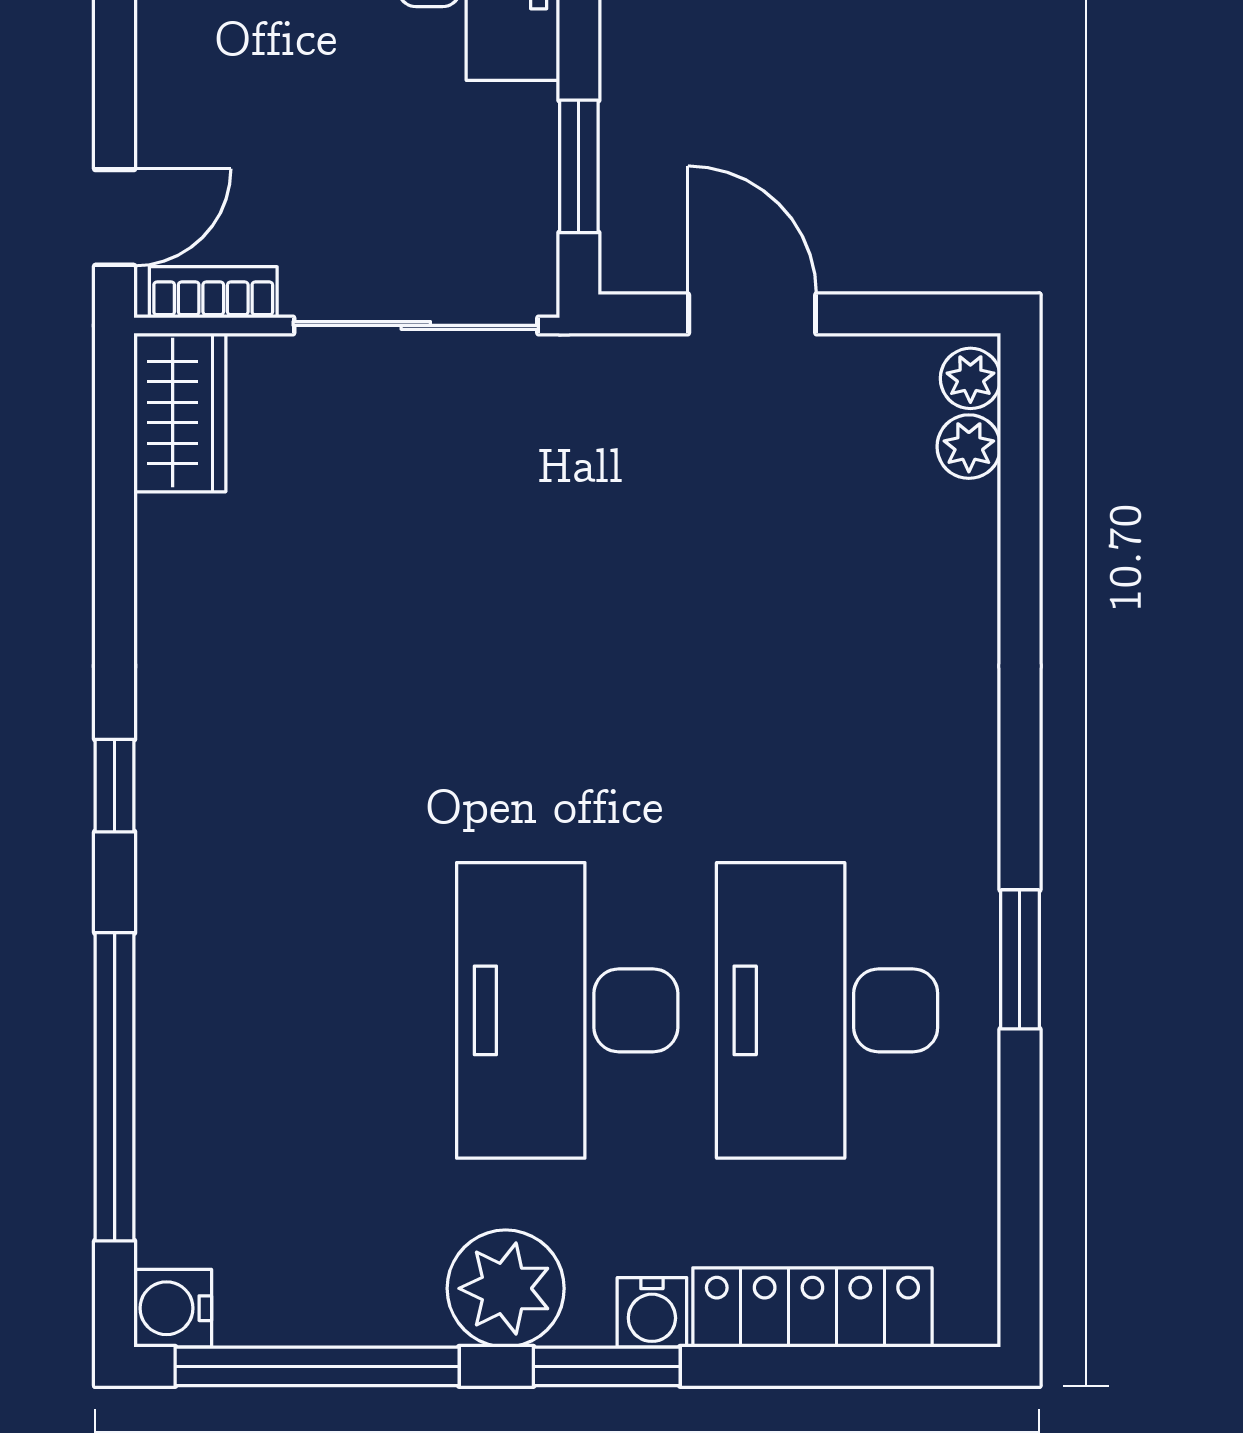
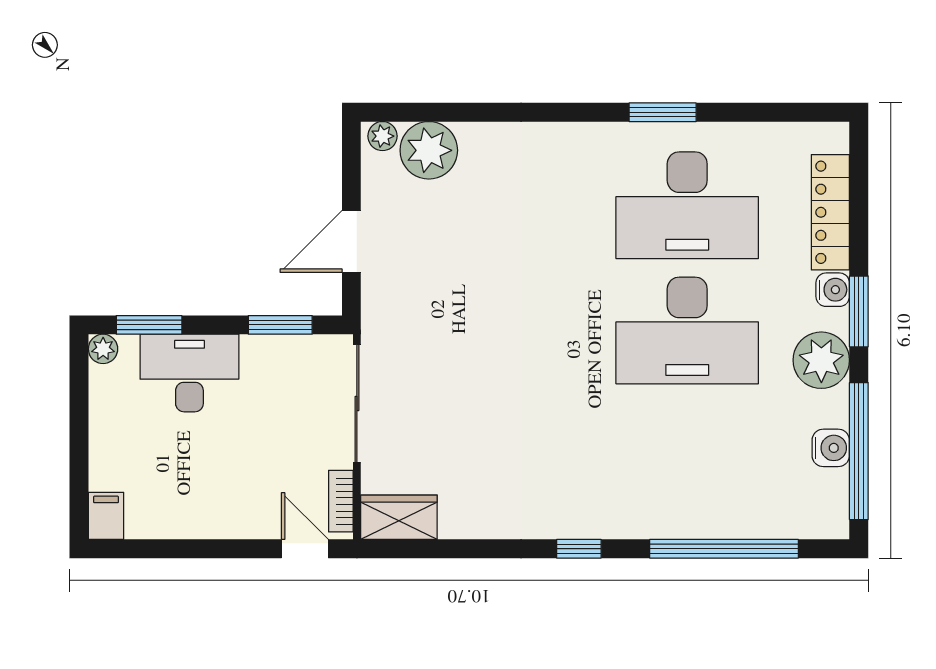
plant: (969, 447) -> (429, 150), width x1.87, depth x1.87
water cooler: (173, 1308) -> (831, 448), moved, turned -90

